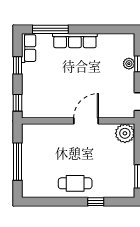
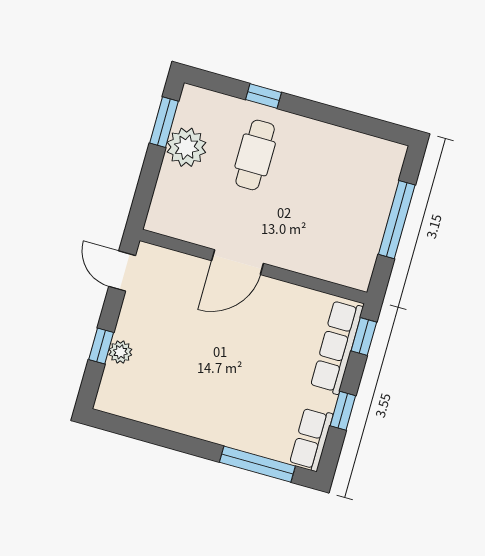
row of seats: (75, 41) -> (337, 347), moved, turned -90
plant: (125, 133) -> (186, 147), moved
cafe table: (75, 183) -> (255, 155), moved, turned 90

